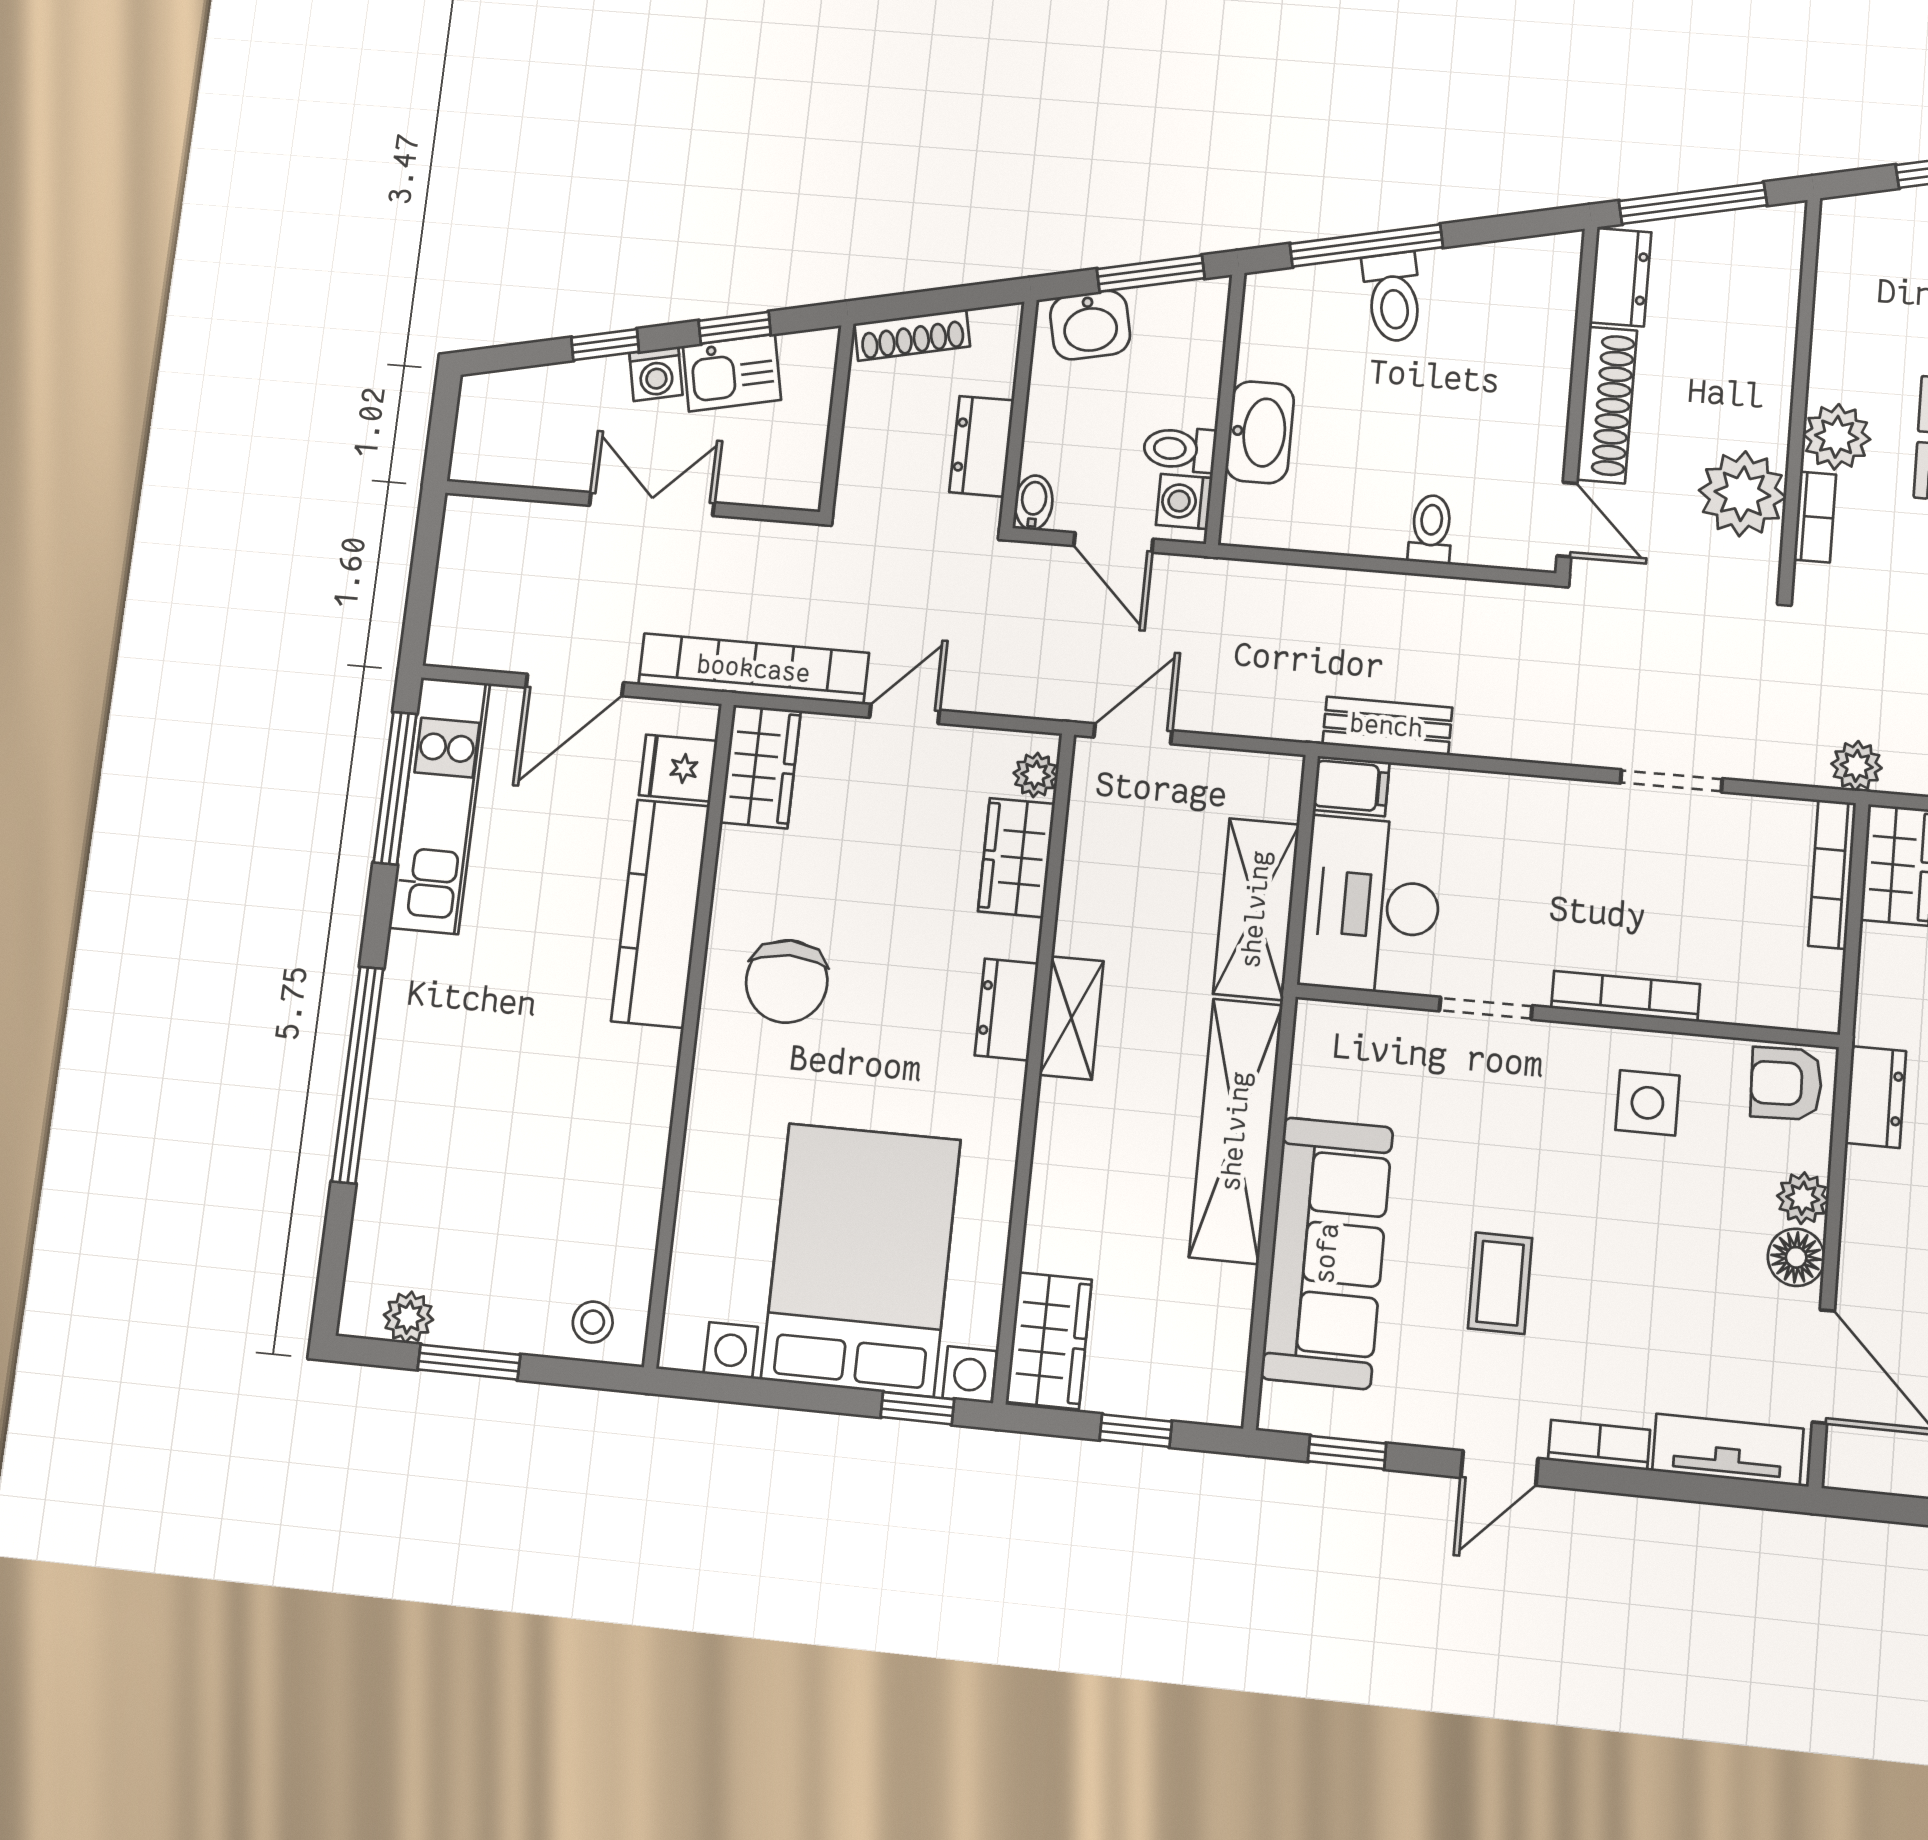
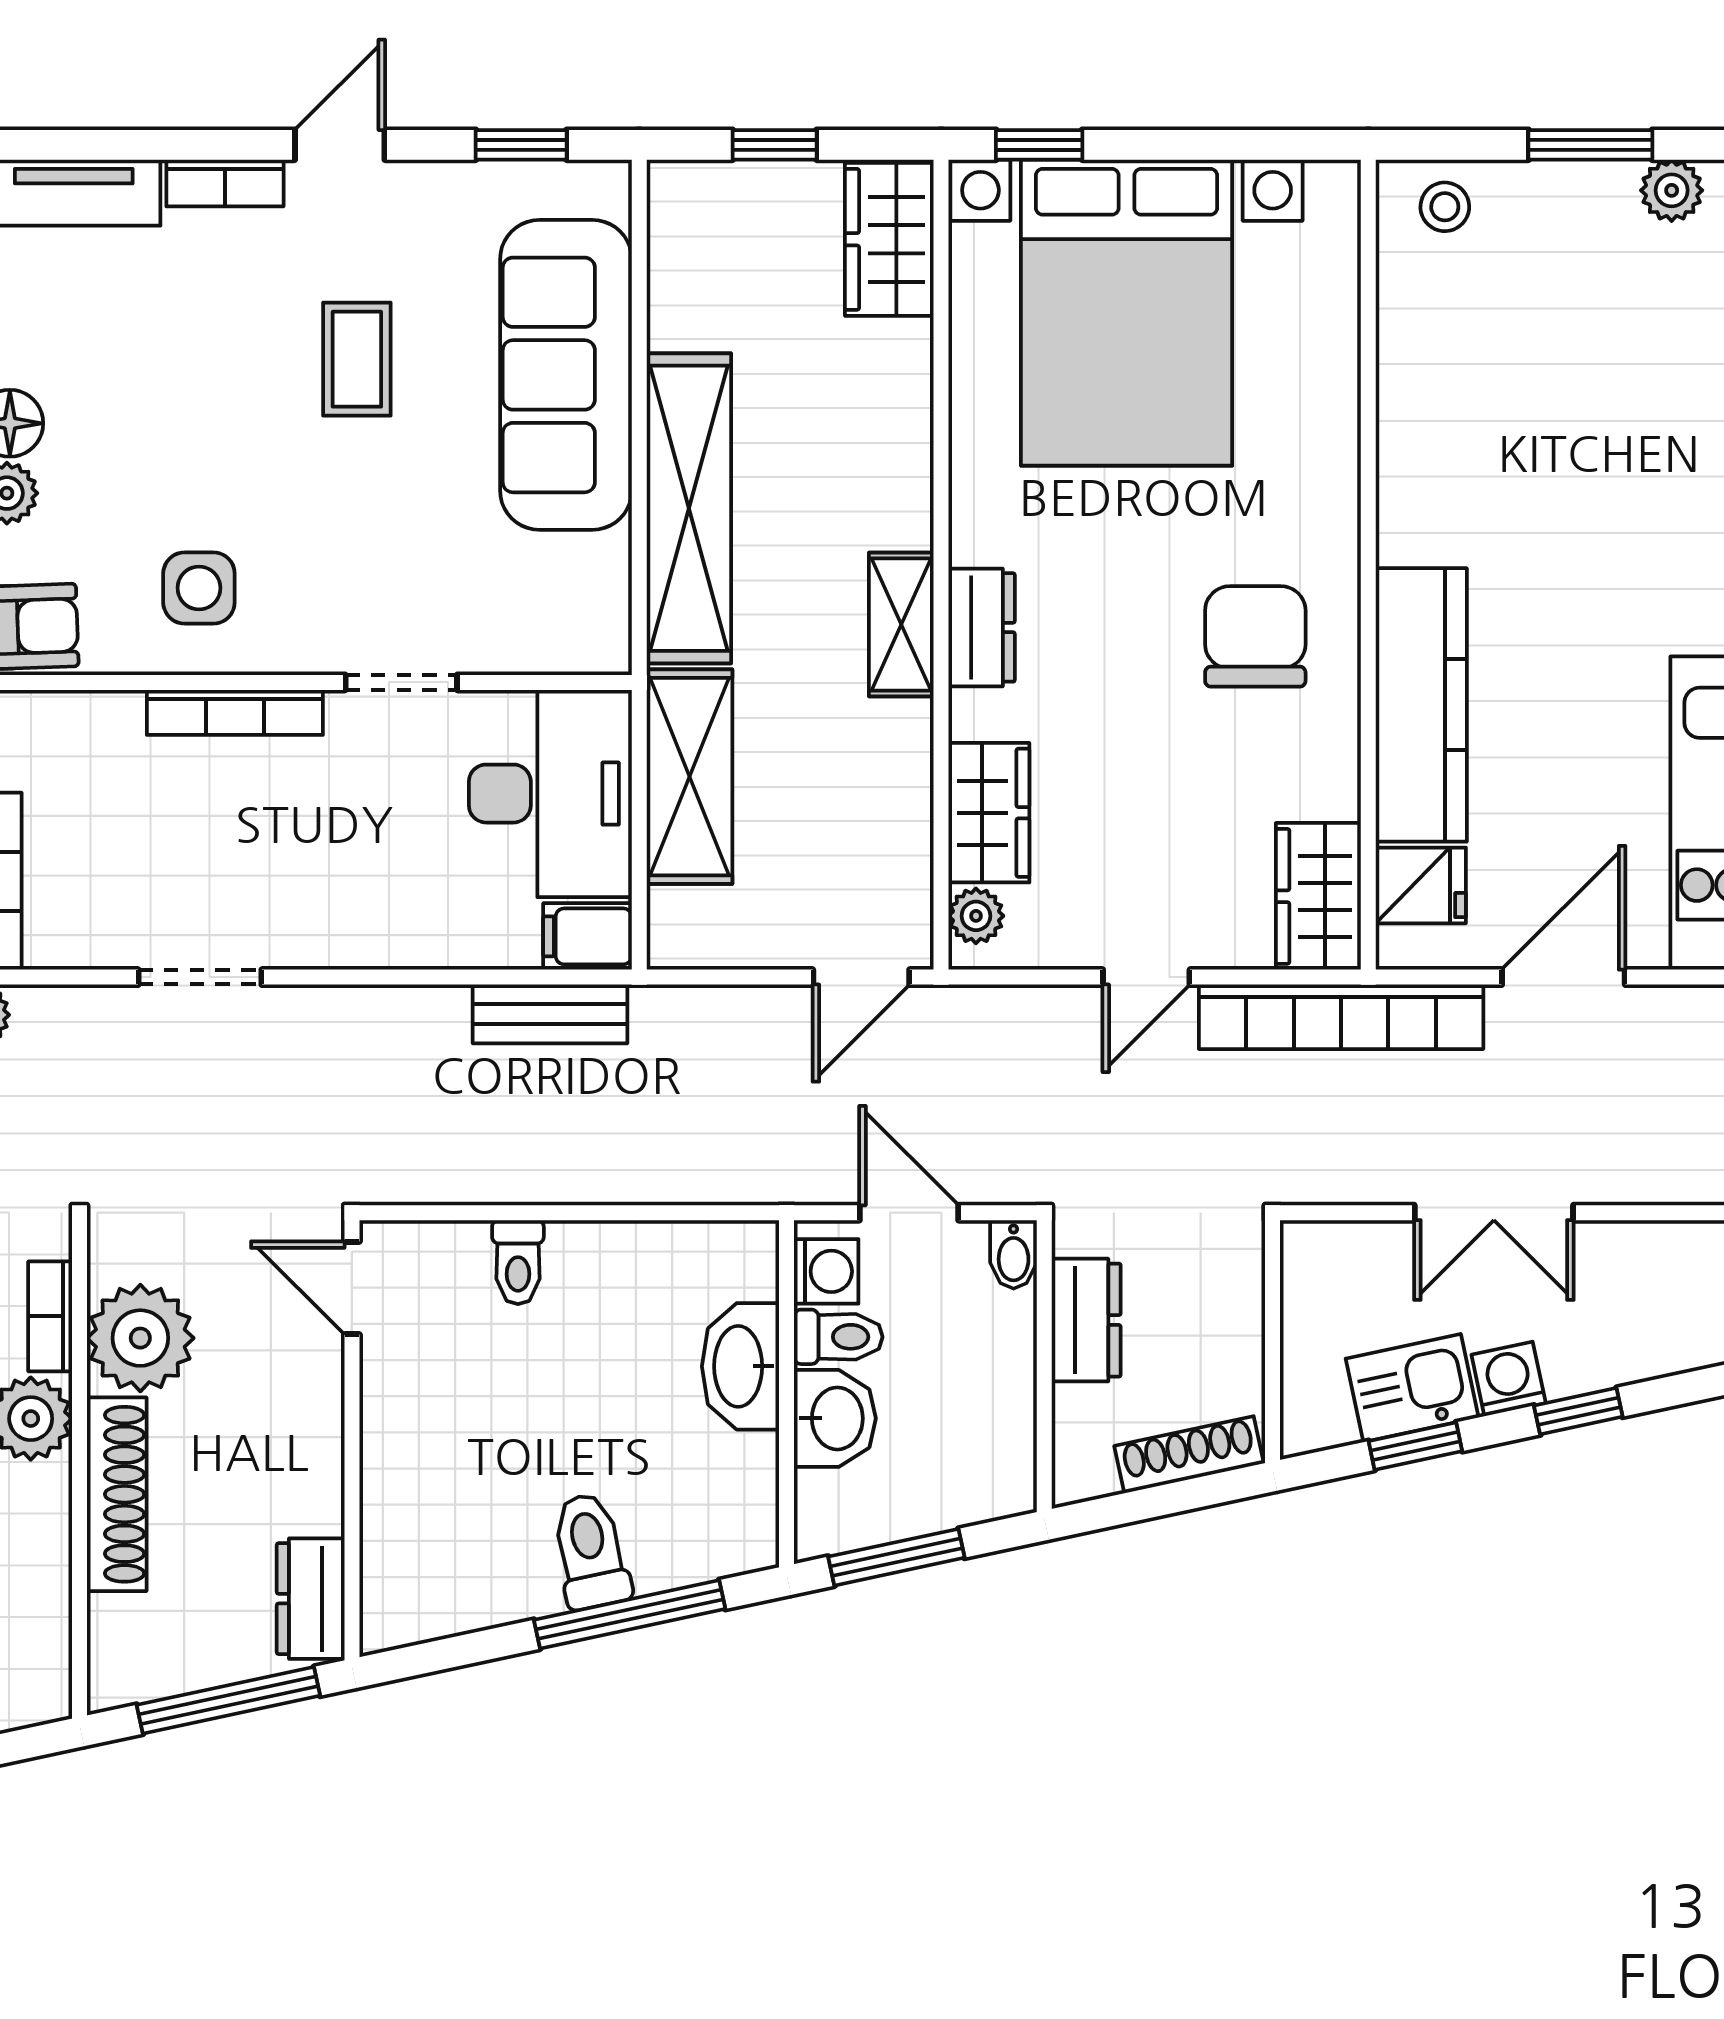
washbasin: (1090, 325) -> (835, 1418), moved, turned 102
shoe rack: (1607, 405) -> (117, 1494), moved, turned 180

